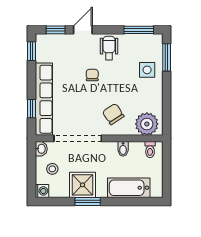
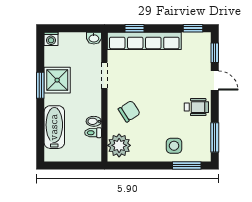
chair: (92, 75) -> (169, 90), removed
doorway: (78, 138) -> (104, 75), width x0.53
toilet: (150, 150) -> (93, 133), moved
stool: (52, 169) -> (73, 49), removed

